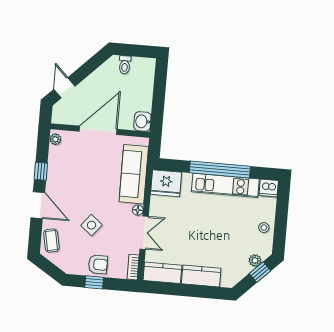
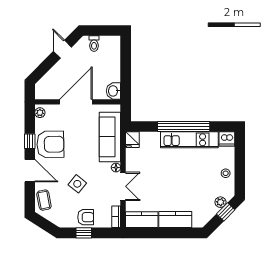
door: (64, 88) -> (62, 49), moved
armchair: (64, 177) -> (50, 144), added
fridge: (166, 183) -> (132, 140), width x0.53, depth x0.75

